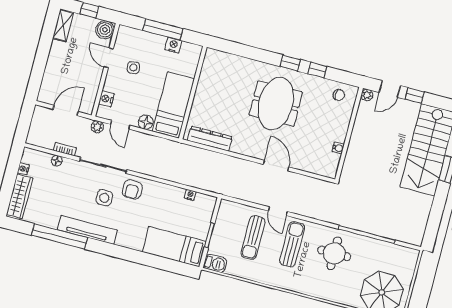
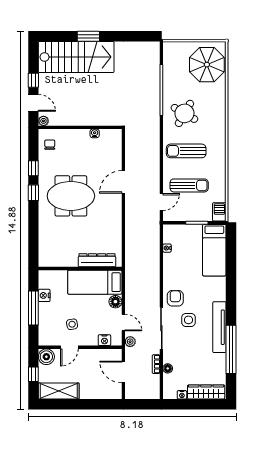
shelving: (63, 25) -> (59, 391), width x1.50, depth x1.33
door: (120, 125) -> (123, 323), hinge flipped
dresser: (210, 139) -> (97, 260), moved, turned 90
armchair: (132, 189) -> (175, 298), turned -90
door: (278, 211) -> (161, 202), moved
round table: (334, 253) -> (184, 113), turned 30

